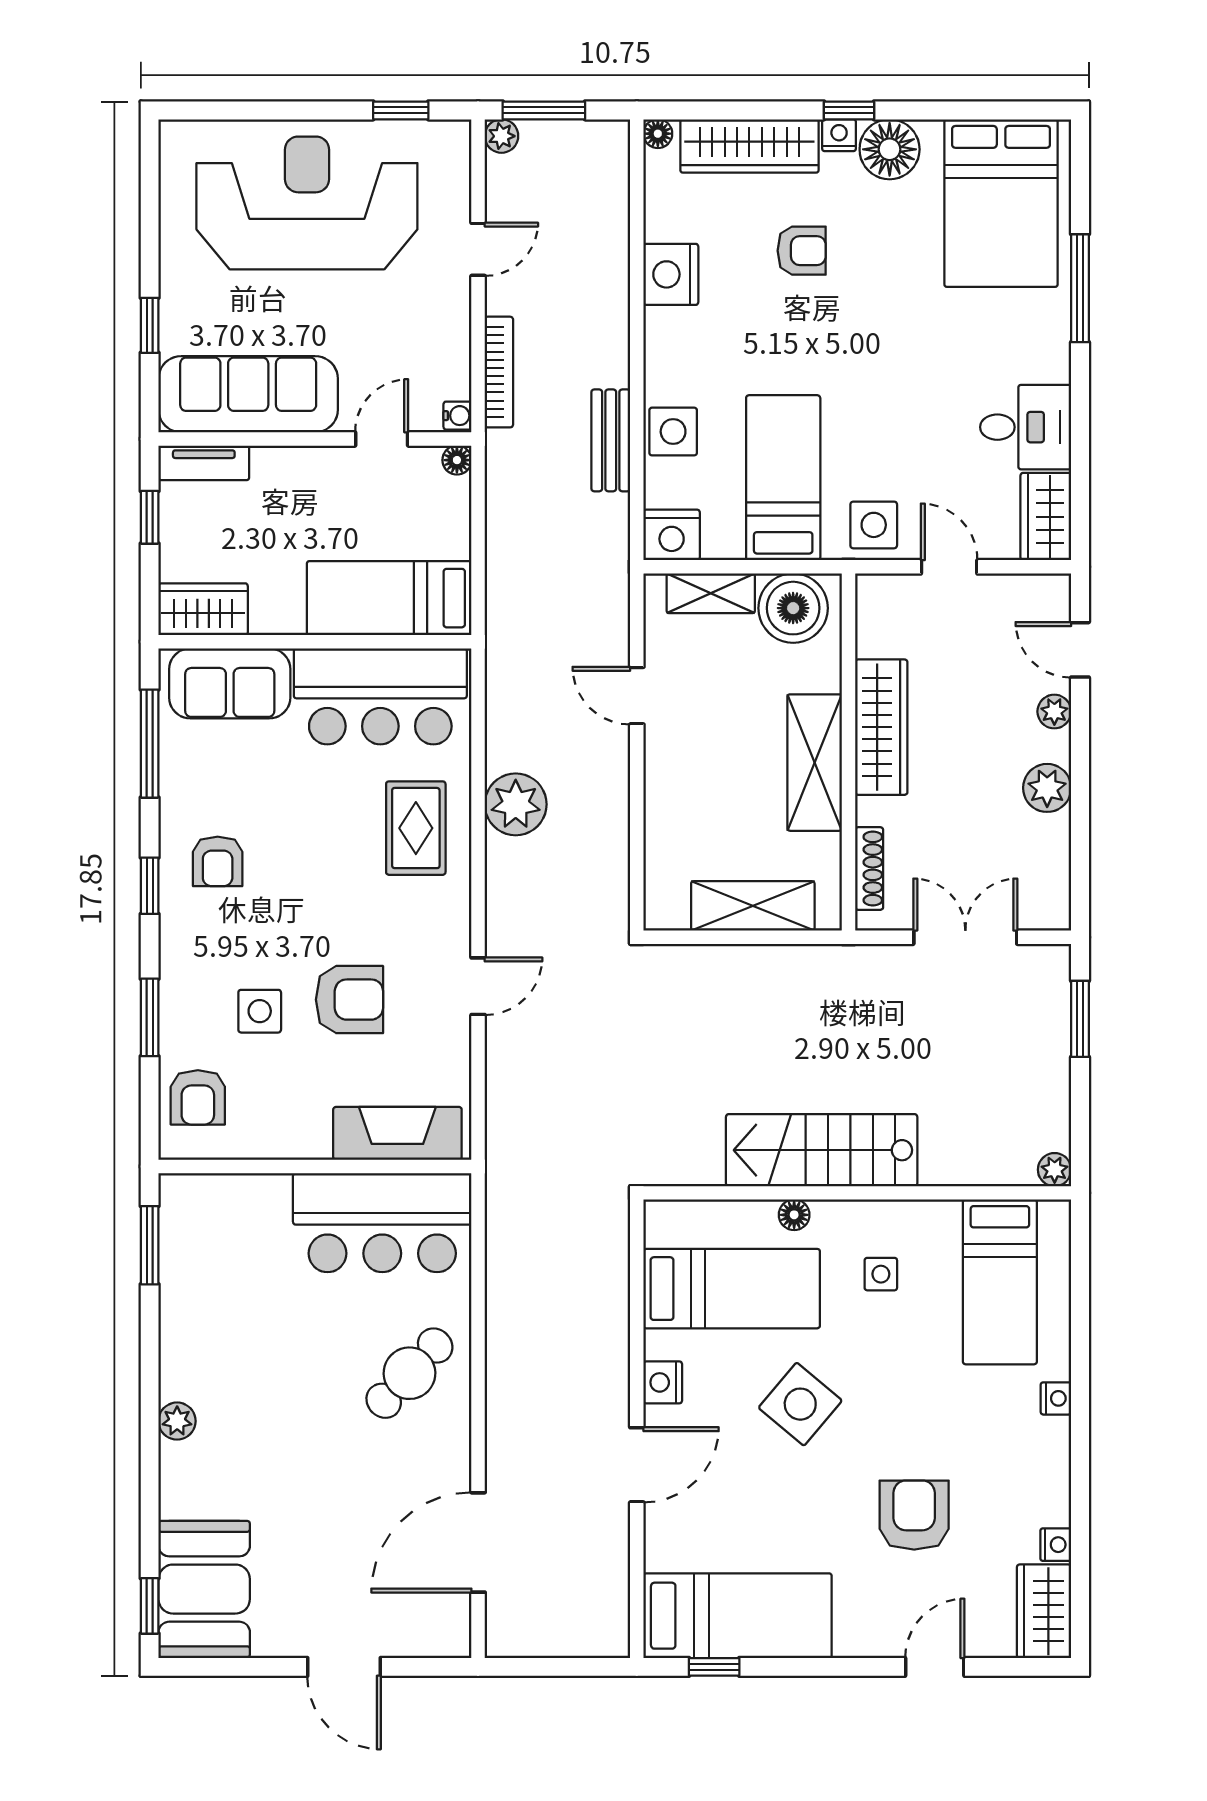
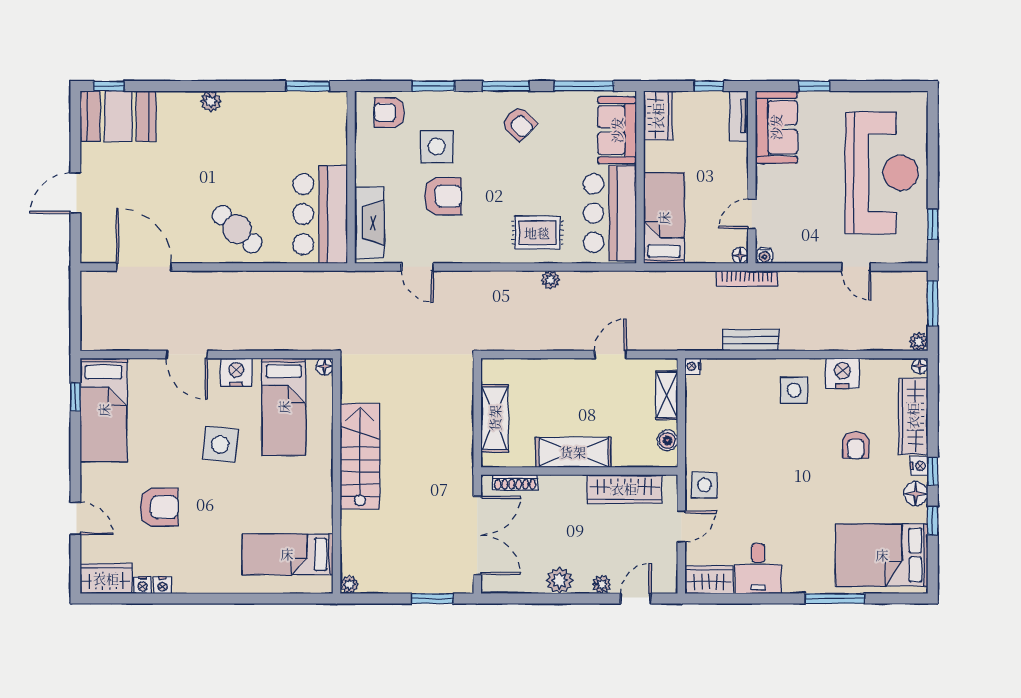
window: (939, 110) -> (933, 521), added
plant: (501, 136) -> (919, 342), moved
floor lamp: (890, 149) -> (916, 494), width x0.73, depth x0.73
bookcase: (499, 372) -> (747, 278), moved
sofa: (248, 394) -> (776, 127), width x0.73
side table: (673, 432) -> (794, 390), moved
door: (382, 439) -> (752, 214), swing flipped
bed: (783, 478) -> (730, 435), removed
nightstand: (672, 535) -> (693, 366), width x0.53, depth x0.56
boiler: (793, 608) -> (667, 440), width x0.54, depth x0.54
wardrobe: (881, 727) -> (624, 489), moved
plant: (516, 804) -> (550, 280), width x0.53, depth x0.53
armchair: (218, 861) -> (519, 123), turned -135
window: (150, 886) -> (506, 86), width x1.50
double door: (965, 937) -> (477, 535), width x1.37
door: (478, 986) -> (417, 267), moved
armchair: (349, 1000) -> (443, 196), turned -90
side table: (260, 1011) -> (437, 147), width x1.37, depth x1.37
floor lamp: (794, 1215) -> (324, 367), moved
side table: (881, 1274) -> (292, 489), removed
nightstand: (663, 1382) -> (236, 372), width x1.36, depth x1.33
nightstand: (1056, 1398) -> (163, 585), moved
side table: (800, 1404) -> (220, 444), turned -34

